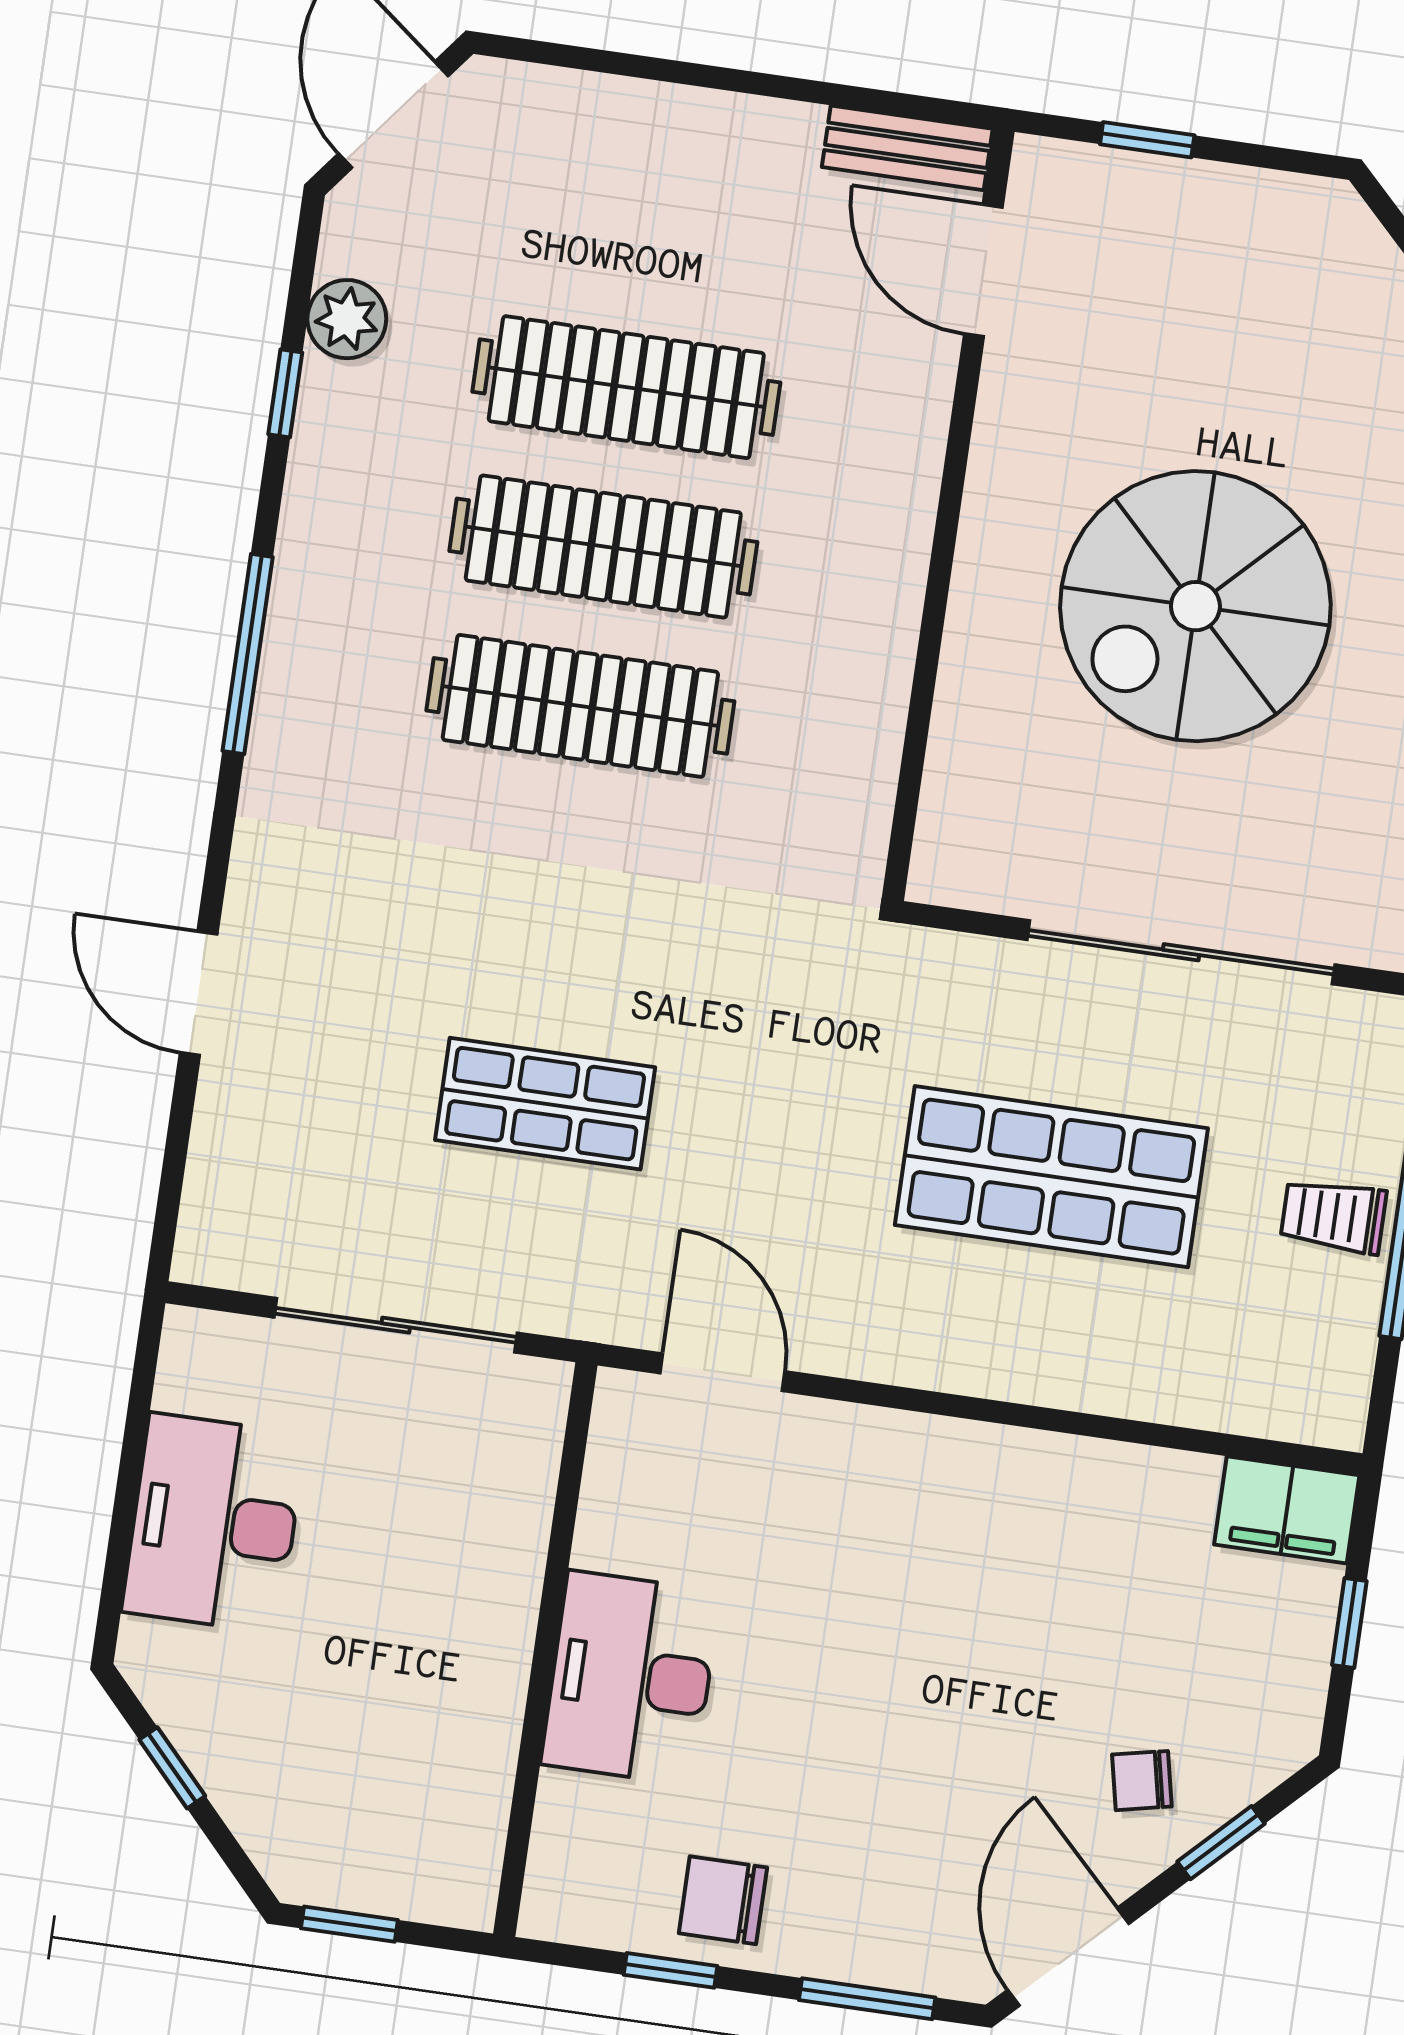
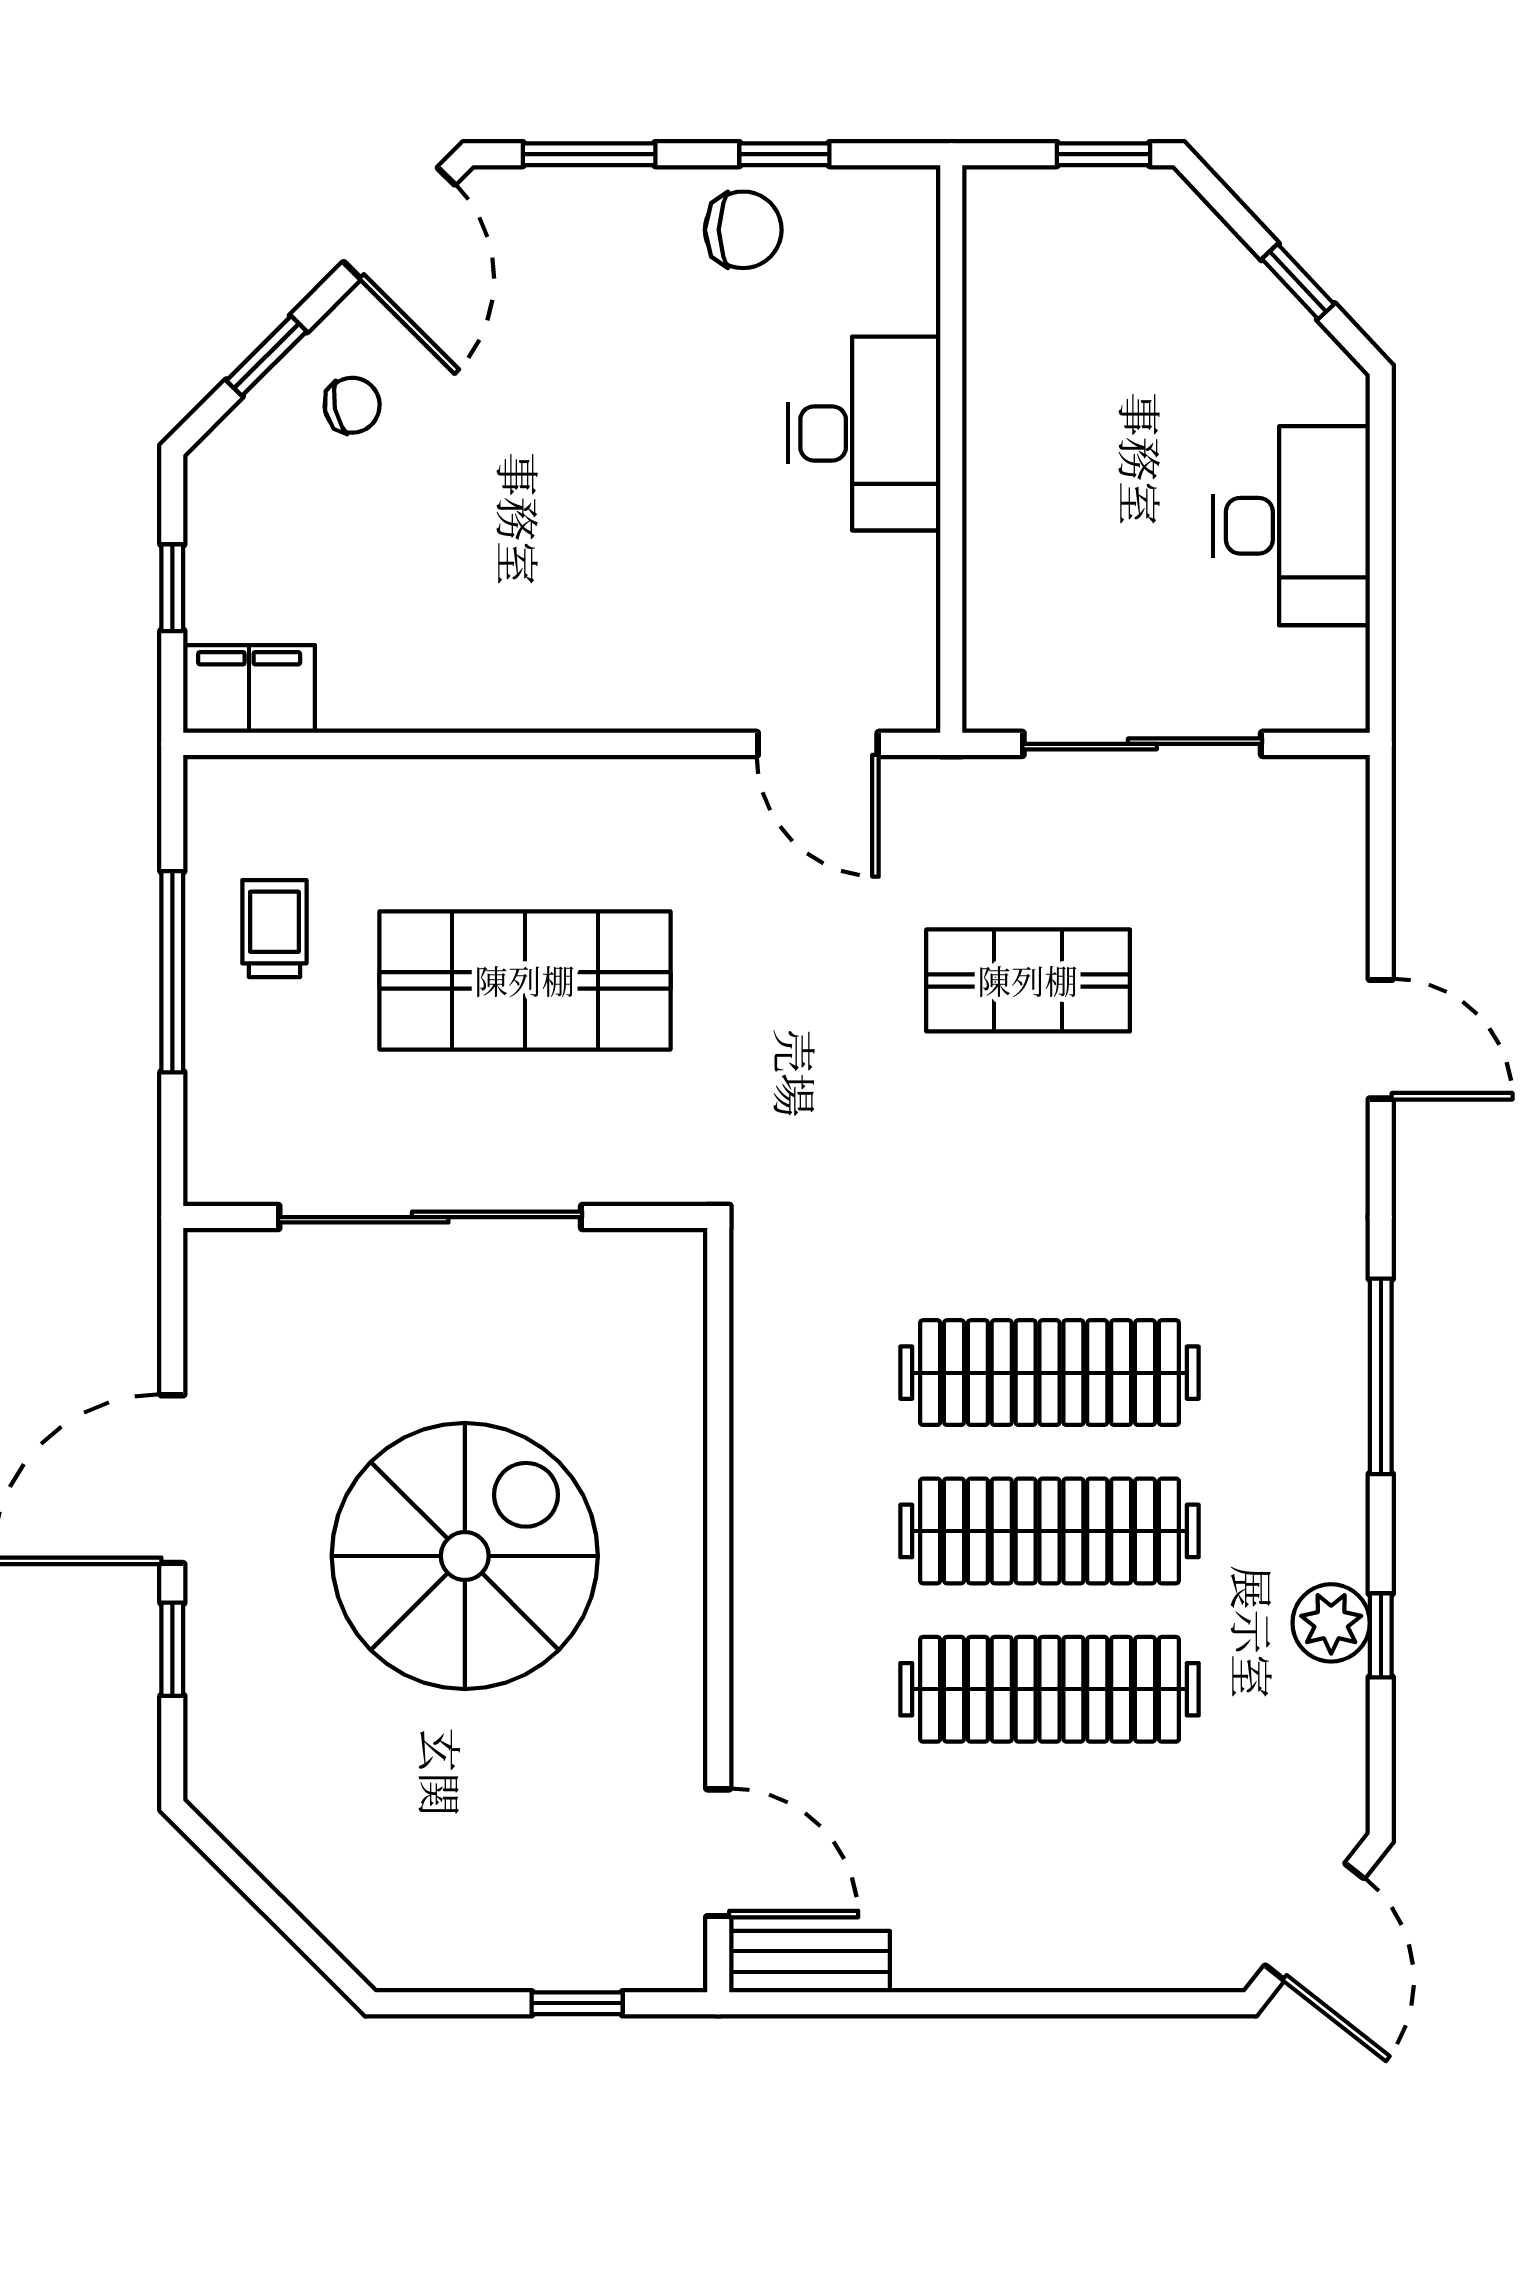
plant: (347, 319) -> (1331, 1623), moved
trolley: (1333, 1216) -> (274, 929), moved, turned -90

